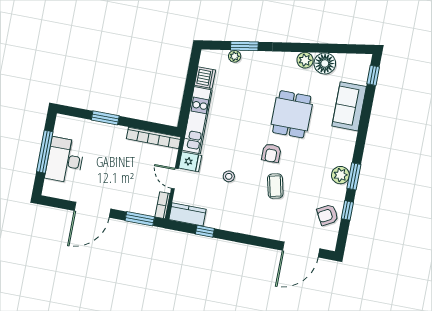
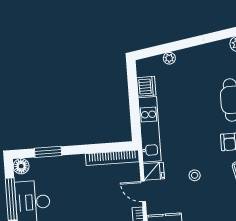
window: (244, 46) -> (176, 46), removed
window: (105, 118) -> (48, 152), moved
floor lamp: (63, 122) -> (21, 166), added

